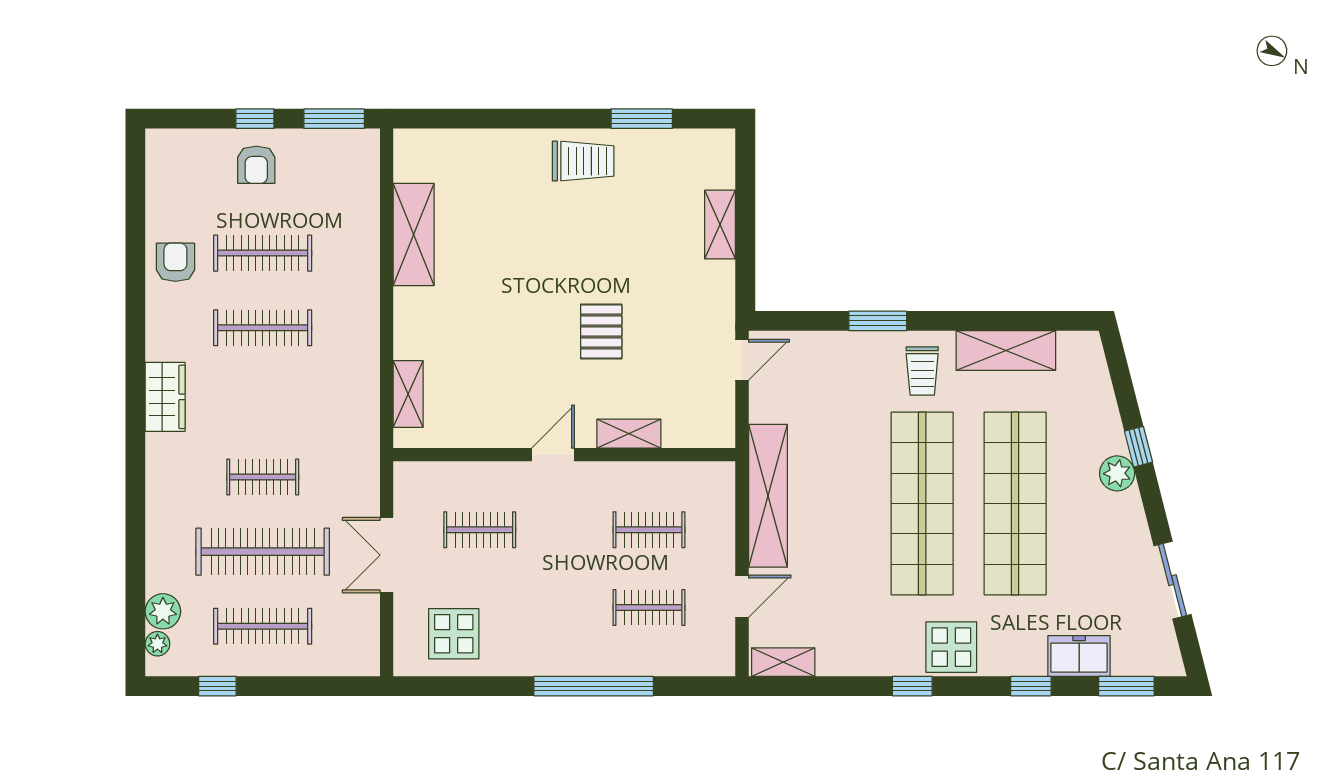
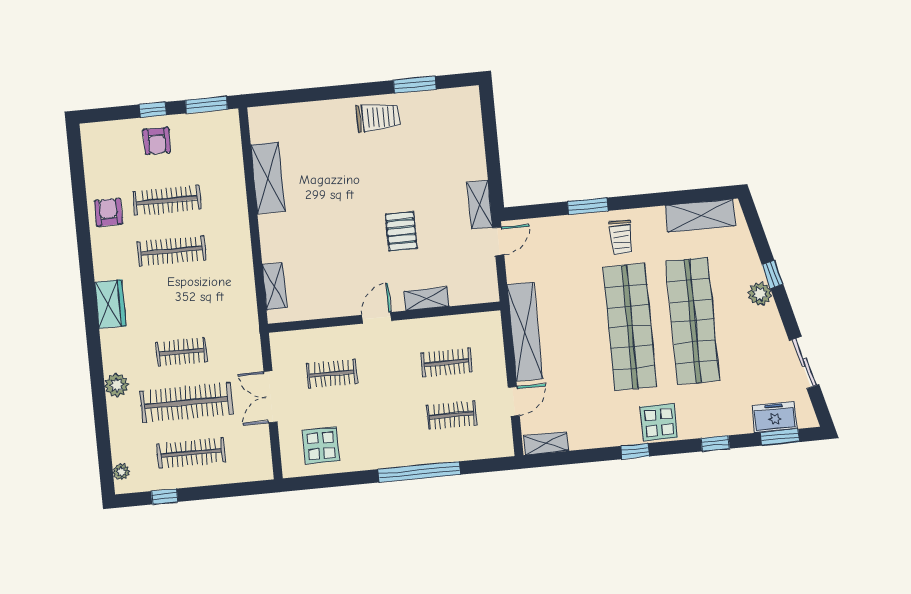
shelving: (720, 225) -> (480, 205), moved
shelving: (1006, 351) -> (700, 216), moved
plant: (163, 611) -> (117, 385), moved
freezer: (1079, 656) -> (775, 417), moved

